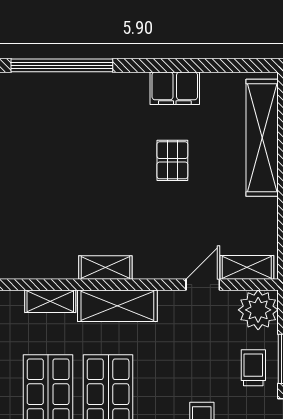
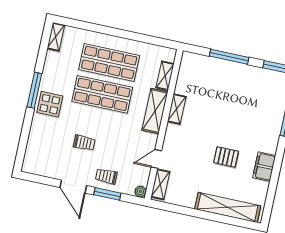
door: (203, 285) -> (156, 159), swing flipped
plant: (258, 310) -> (140, 192), width x0.53, depth x0.53
trolley: (253, 368) -> (106, 176), turned 180

